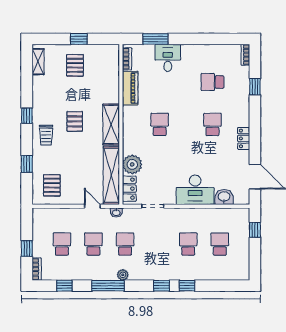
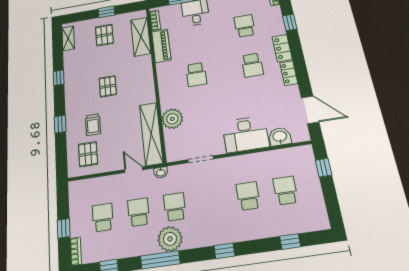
school desk: (212, 82) -> (245, 26), turned 90
window: (27, 116) -> (59, 78), moved
school desk: (160, 124) -> (196, 74), turned 180
school desk: (212, 124) -> (252, 65), turned 180
shelving: (111, 125) -> (141, 37), moved
trolley: (46, 135) -> (93, 125), moved
window: (27, 164) -> (60, 124), moved
locker: (129, 189) -> (282, 48), moved, turned 180
plant: (123, 275) -> (170, 239), width x1.88, depth x1.88
window: (187, 286) -> (290, 242), moved

